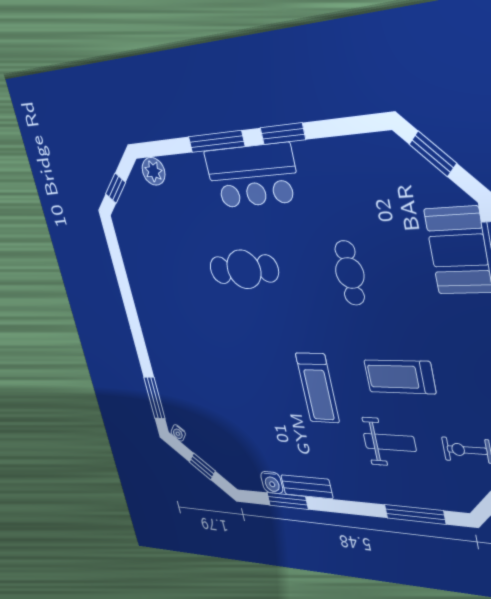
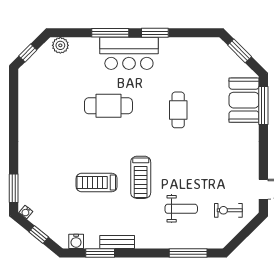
treadmill: (400, 377) -> (97, 183), moved
water cooler: (272, 483) -> (76, 241), moved

